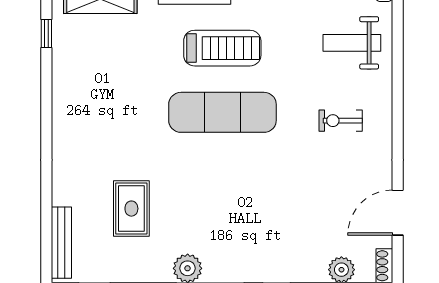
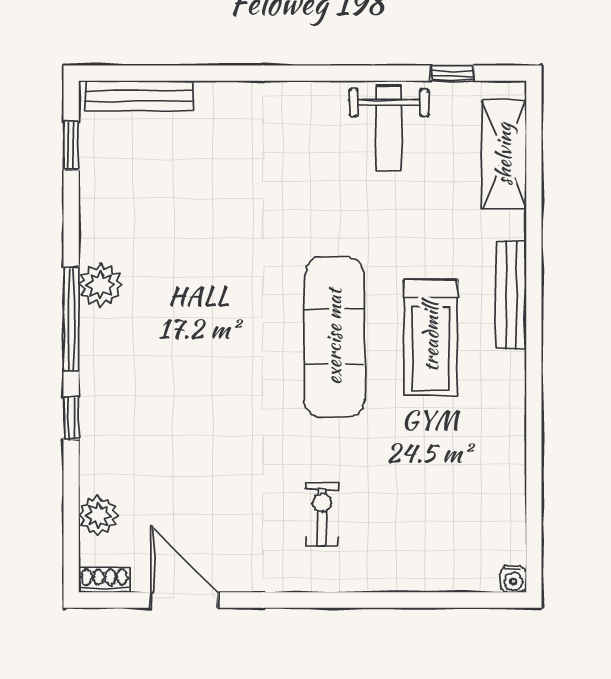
weight bench: (352, 43) -> (389, 128), moved, turned 180
rug: (131, 209) -> (190, 201), removed

